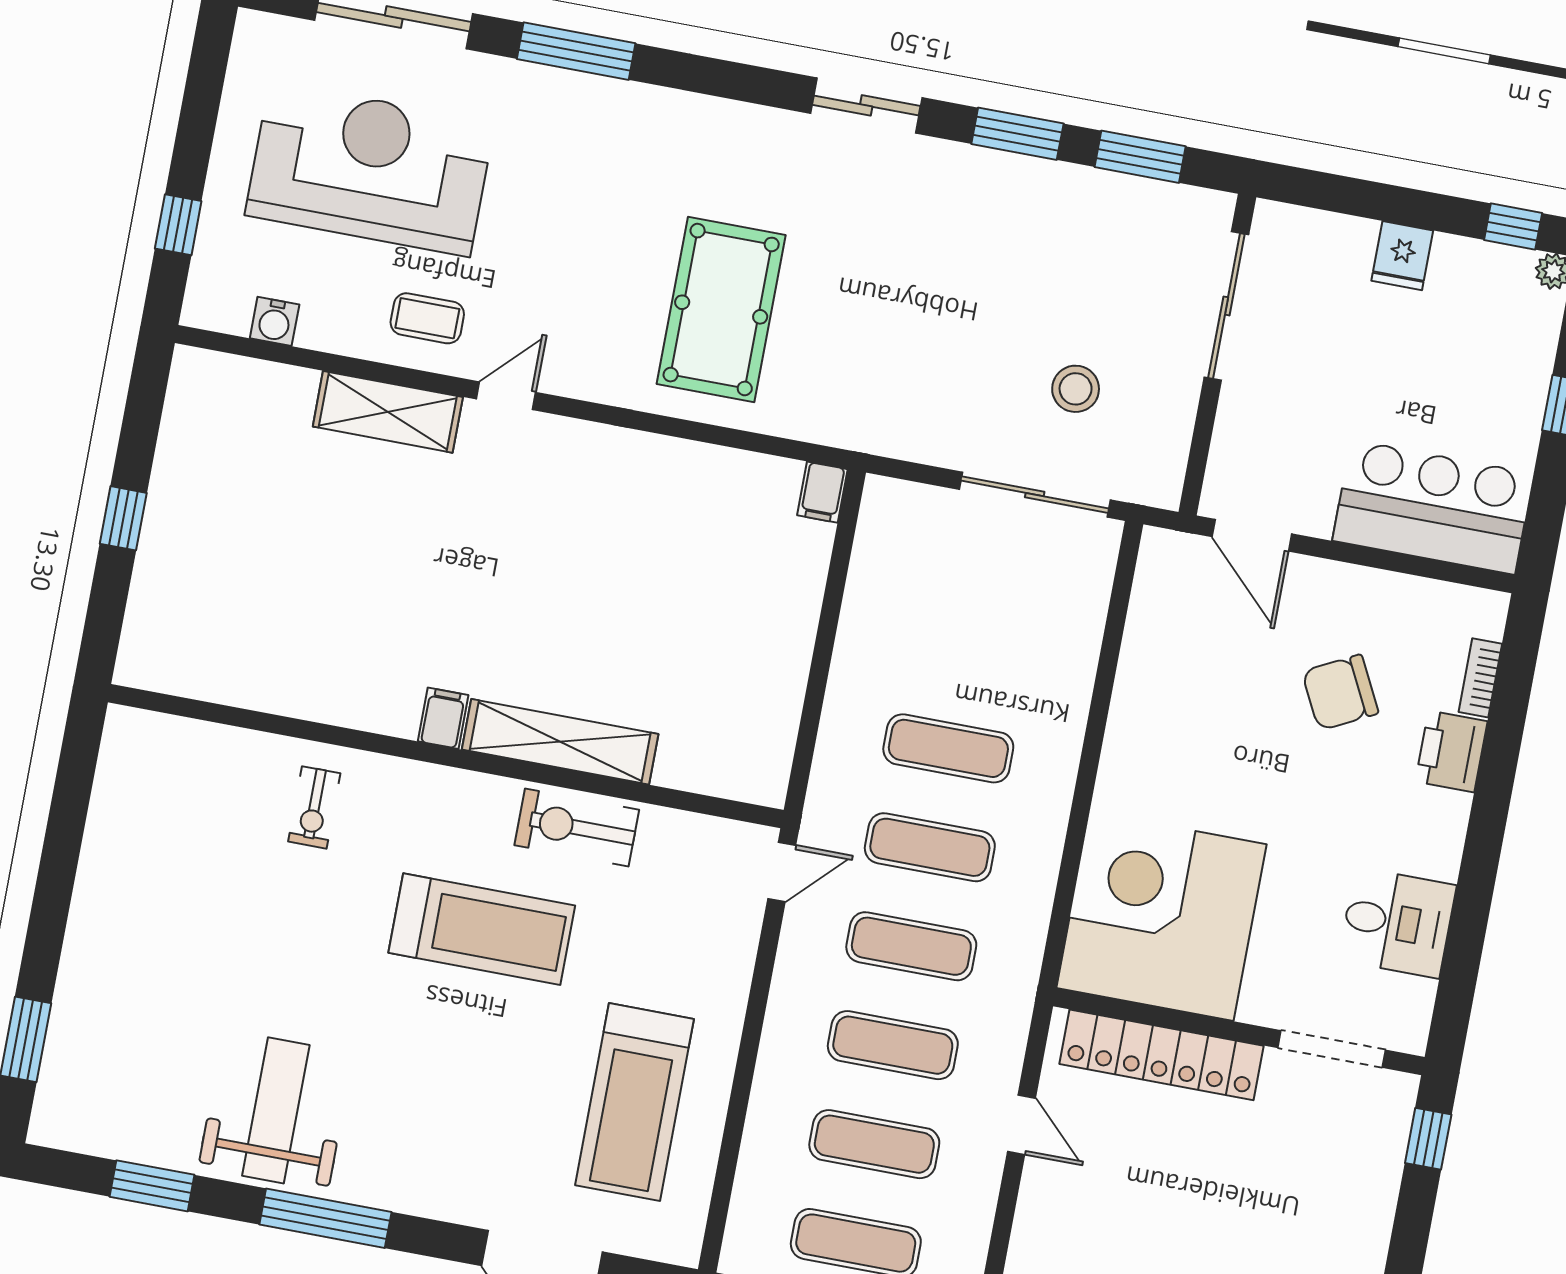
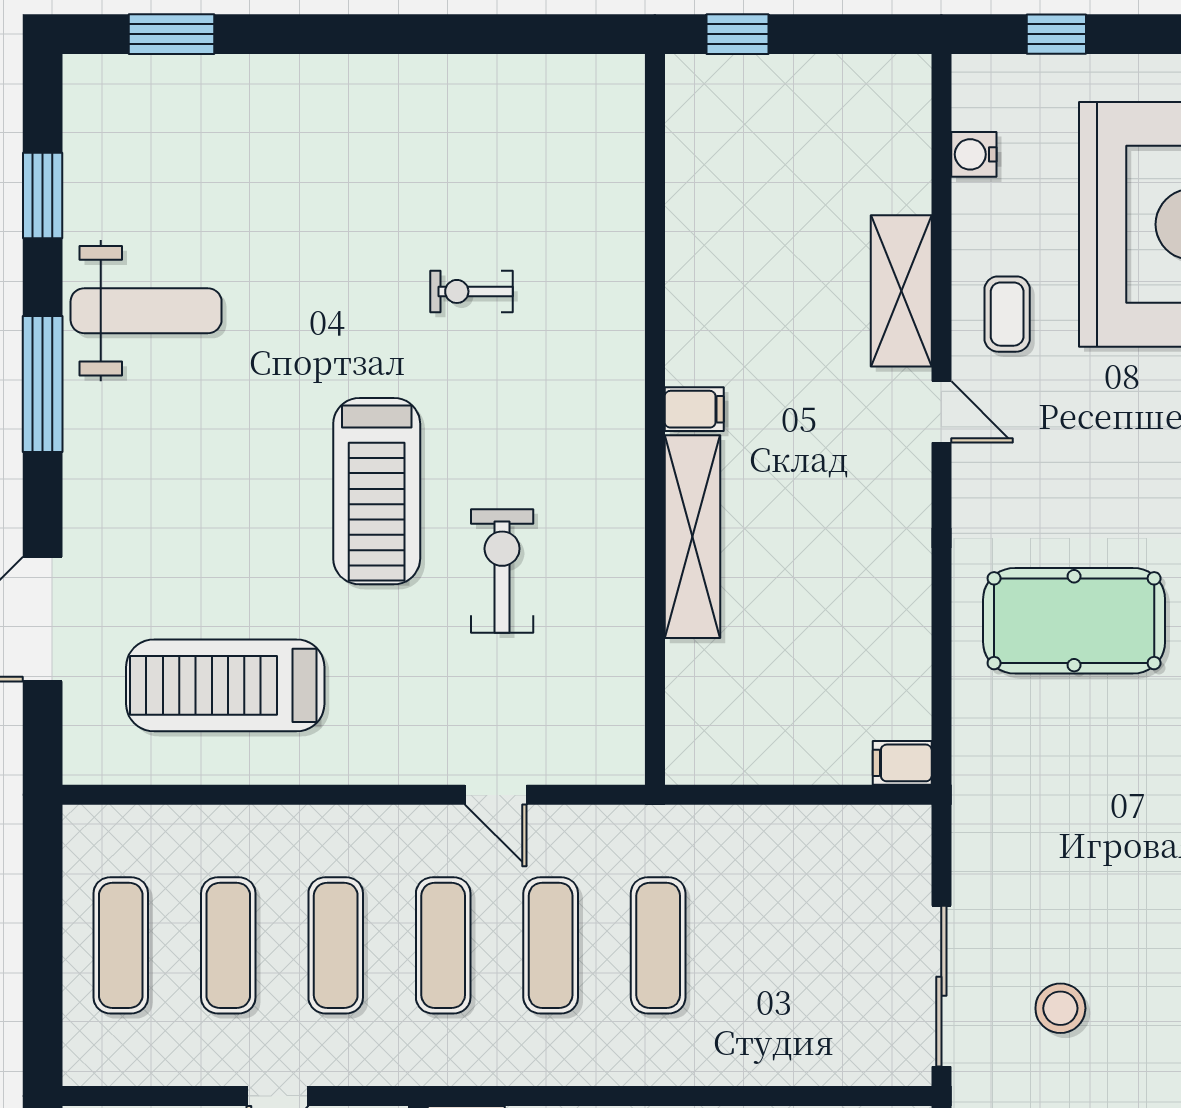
filing cabinet: (443, 718) -> (694, 409), moved
shelving: (560, 742) -> (692, 537), moved
wall: (446, 756) -> (655, 419), moved

